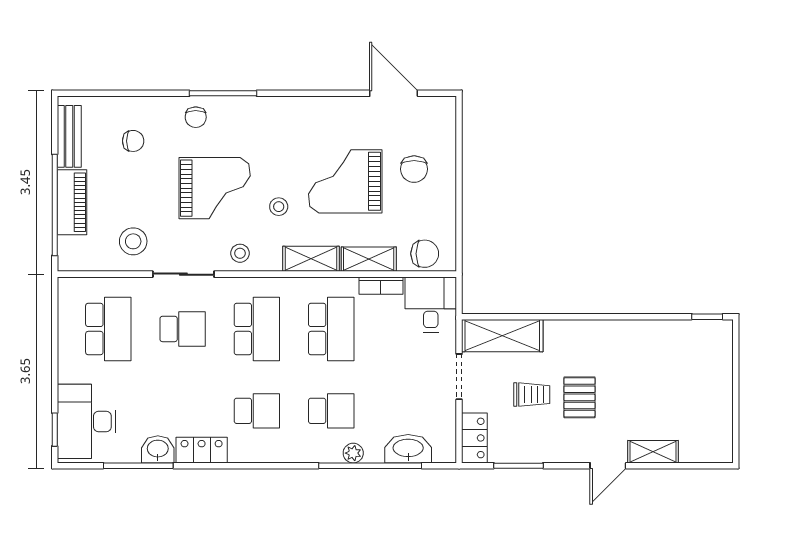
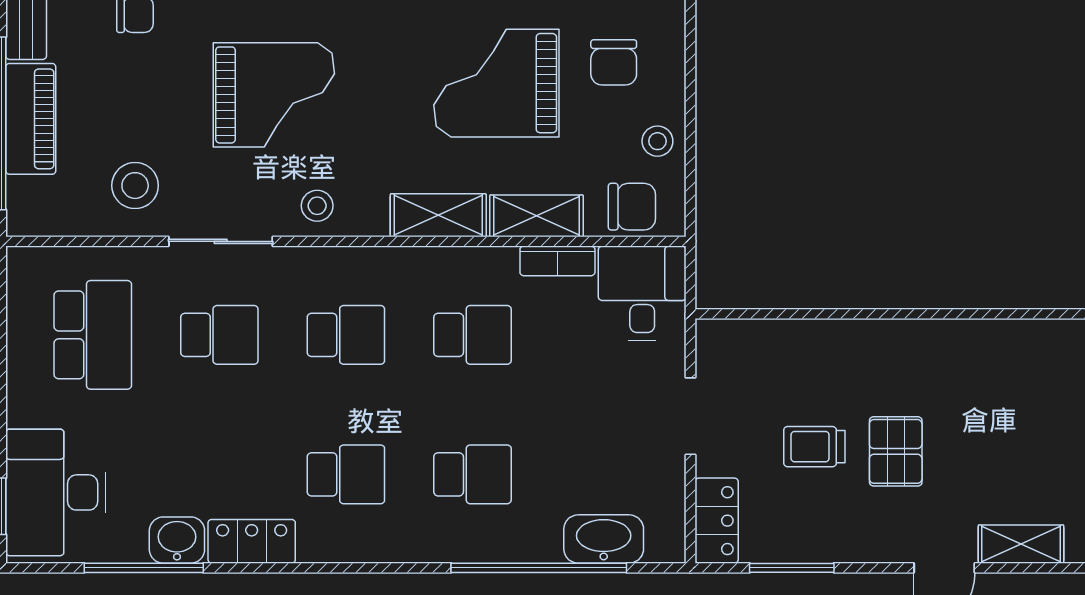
stool: (279, 207) -> (657, 141), moved
school desk: (257, 329) -> (346, 335), width x0.54
school desk: (331, 329) -> (473, 335), width x0.54
shelving: (502, 336) -> (764, 346), removed
trolley: (532, 395) -> (814, 447), turned 180
plant: (353, 453) -> (510, 546), removed

